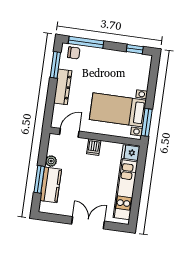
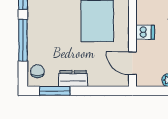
window: (86, 42) -> (23, 40), moved
dresser: (63, 87) -> (73, 79), width x0.70

